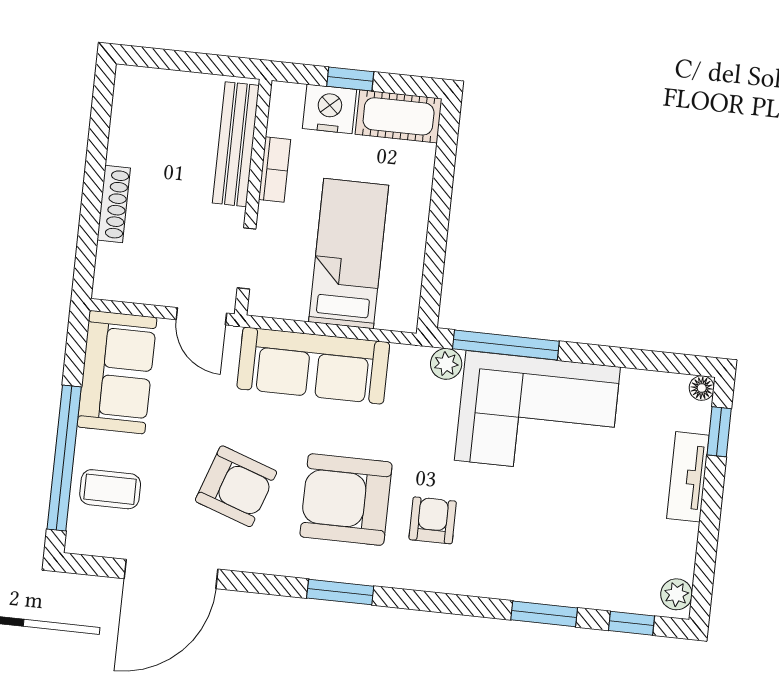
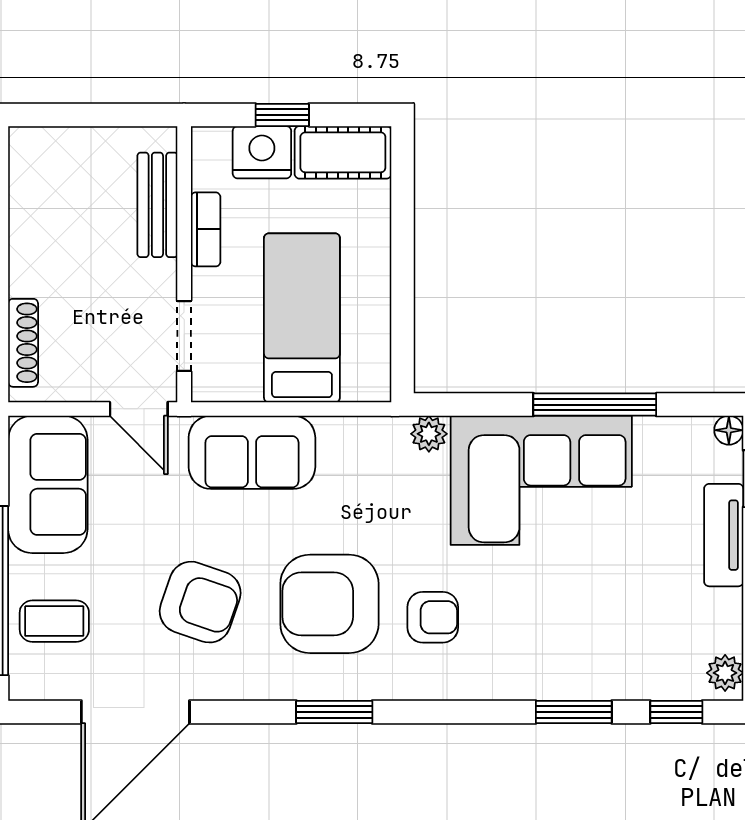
bench: (236, 144) -> (157, 205), width x0.73
shoe rack: (114, 204) -> (23, 343), moved
window: (506, 345) -> (595, 405), moved
sofa: (313, 366) -> (252, 452), width x0.73
armchair: (433, 520) -> (433, 617), turned 90

